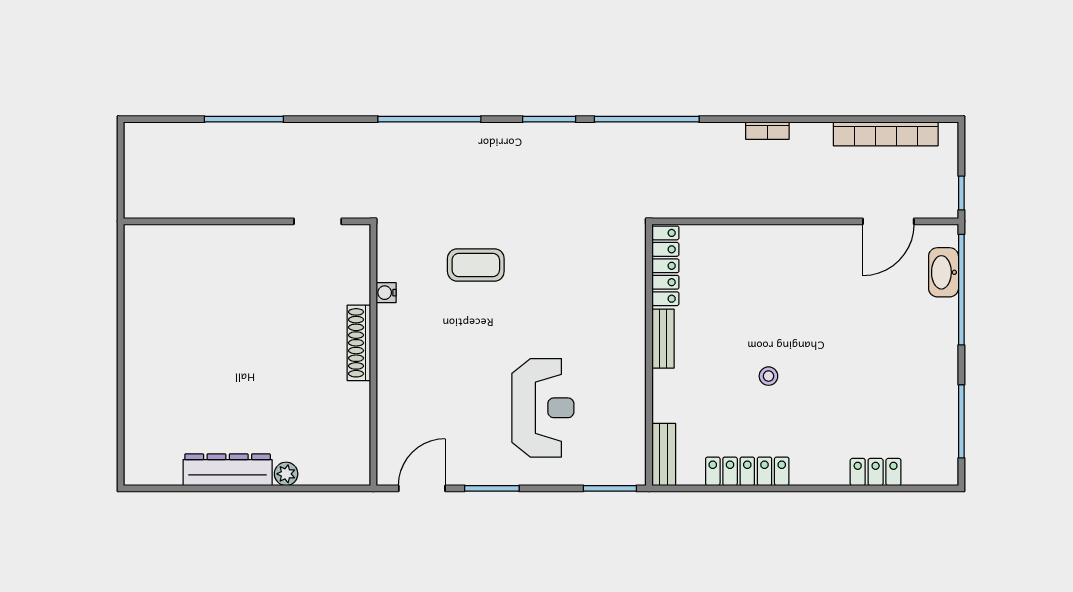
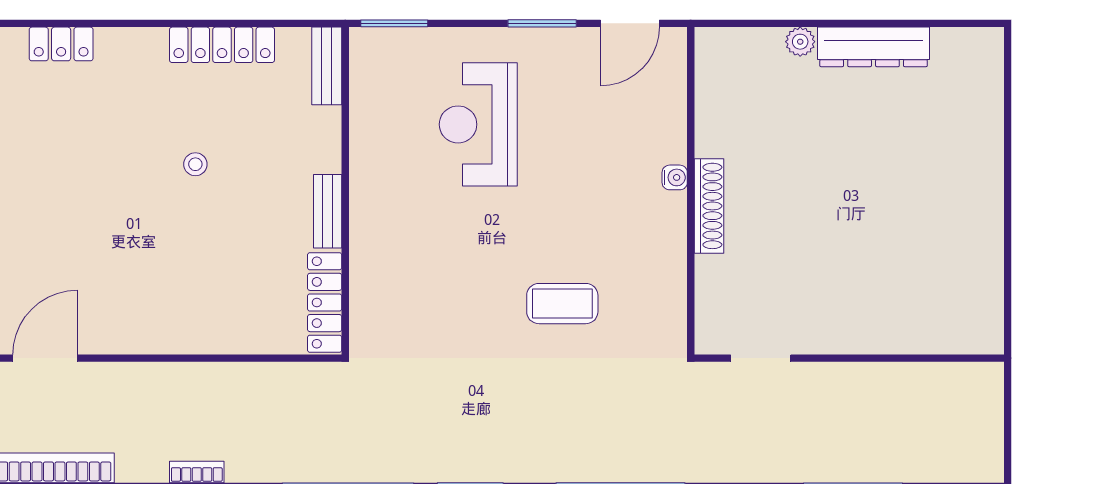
water cooler: (386, 293) -> (675, 177), moved

